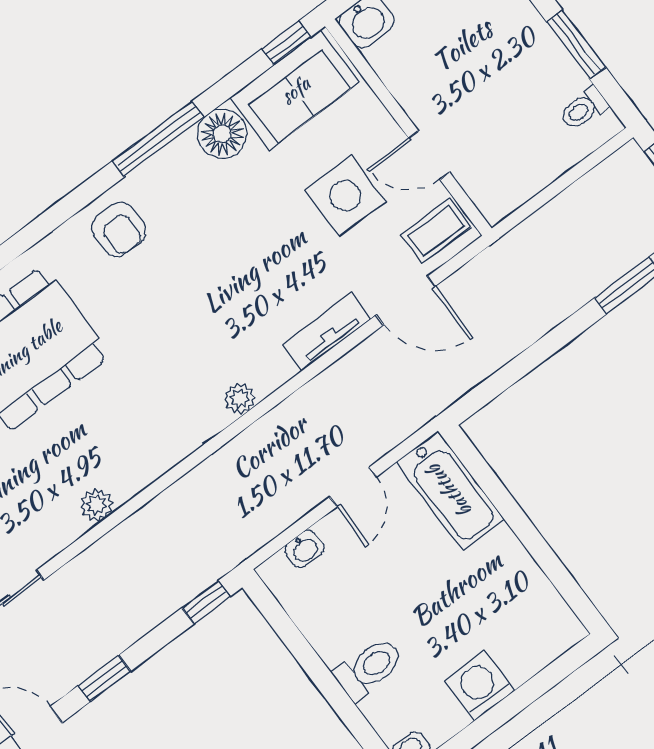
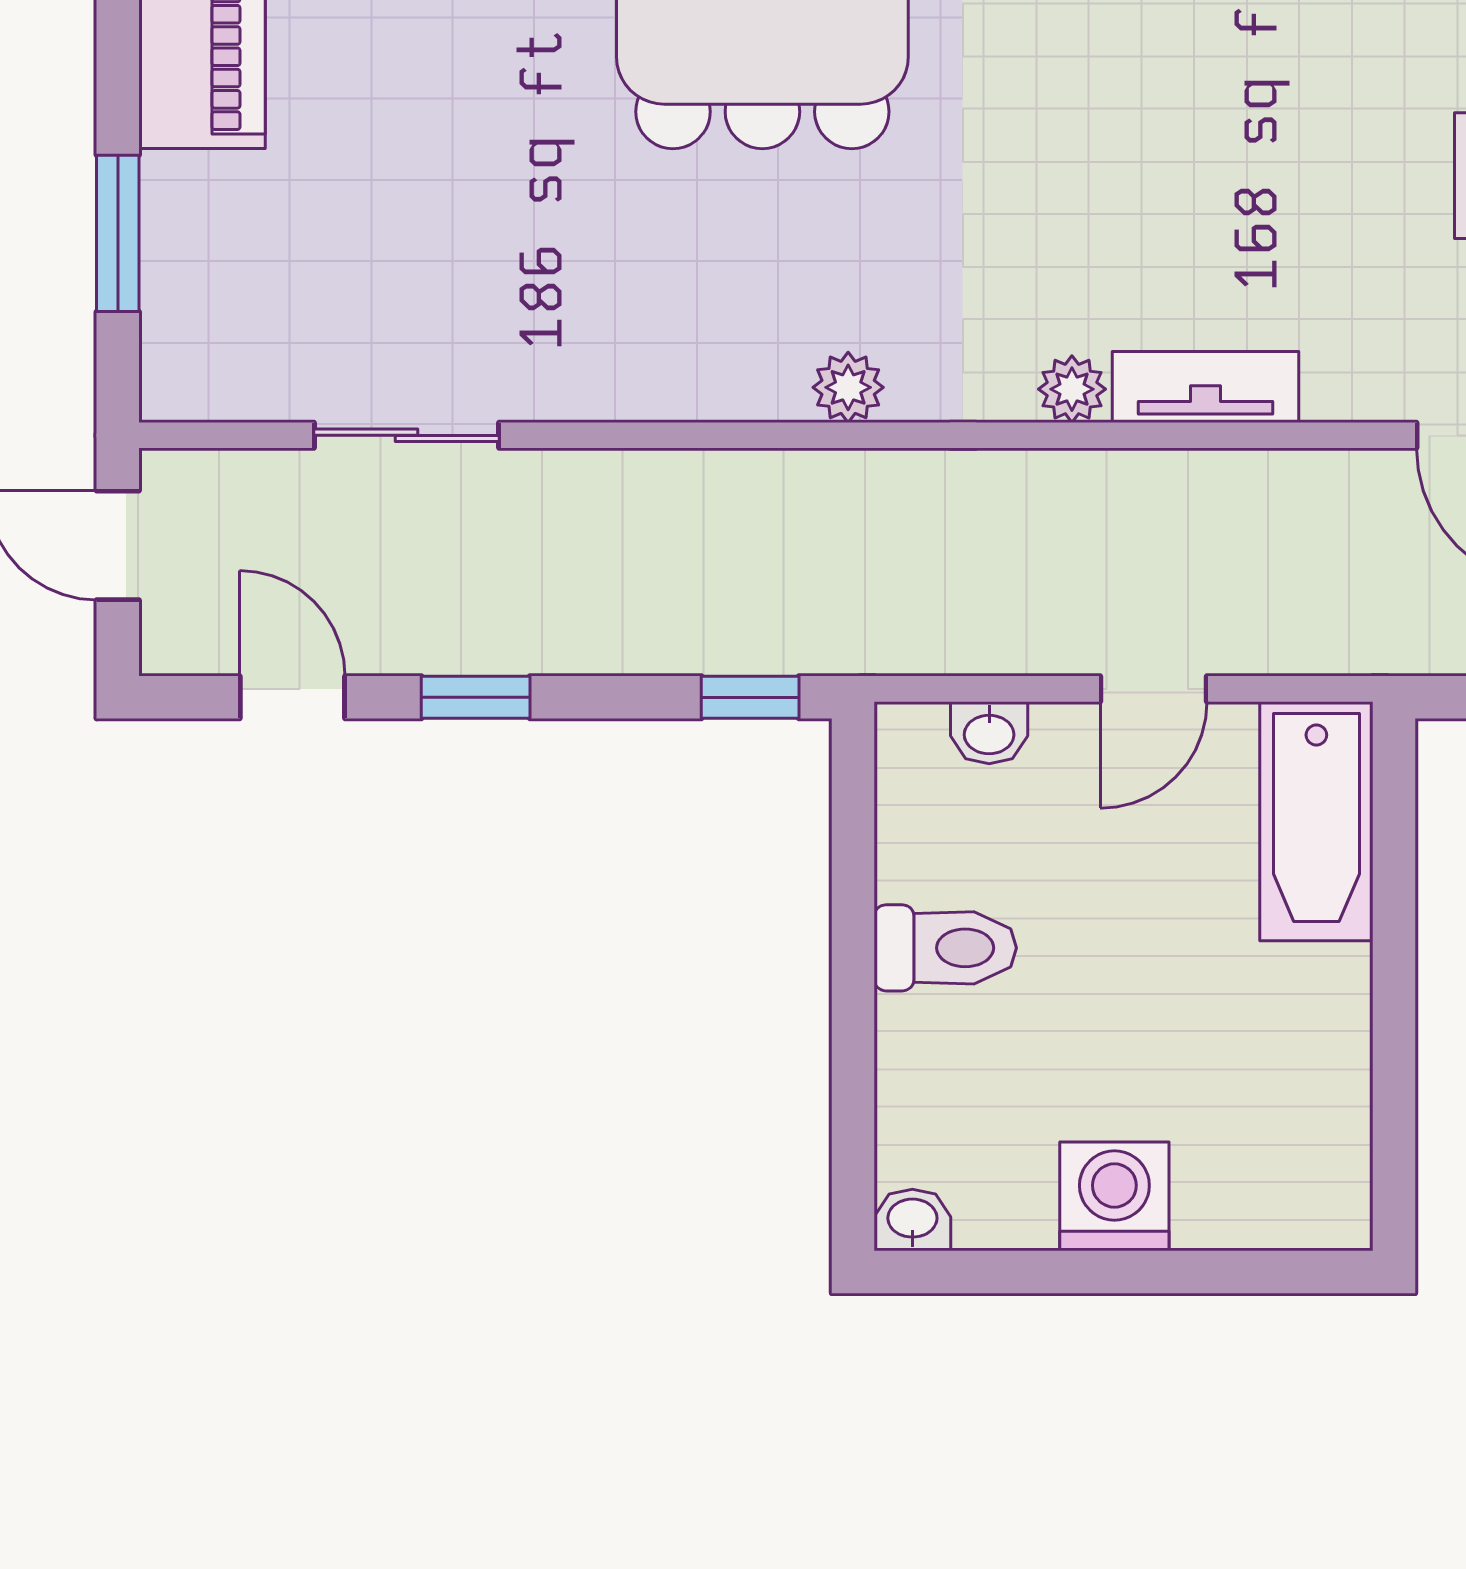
tv unit: (327, 332) -> (1205, 387), moved
plant: (96, 505) -> (848, 387), moved
toilet: (369, 669) -> (945, 948), moved

